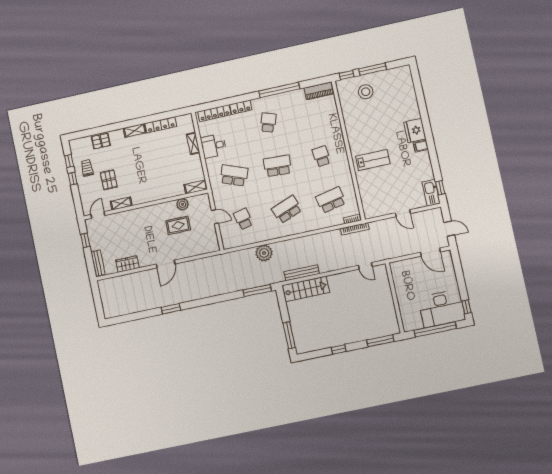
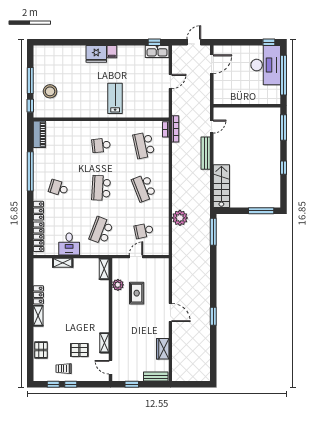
locker: (161, 125) -> (38, 295), width x0.66
bench: (302, 273) -> (206, 153), moved

